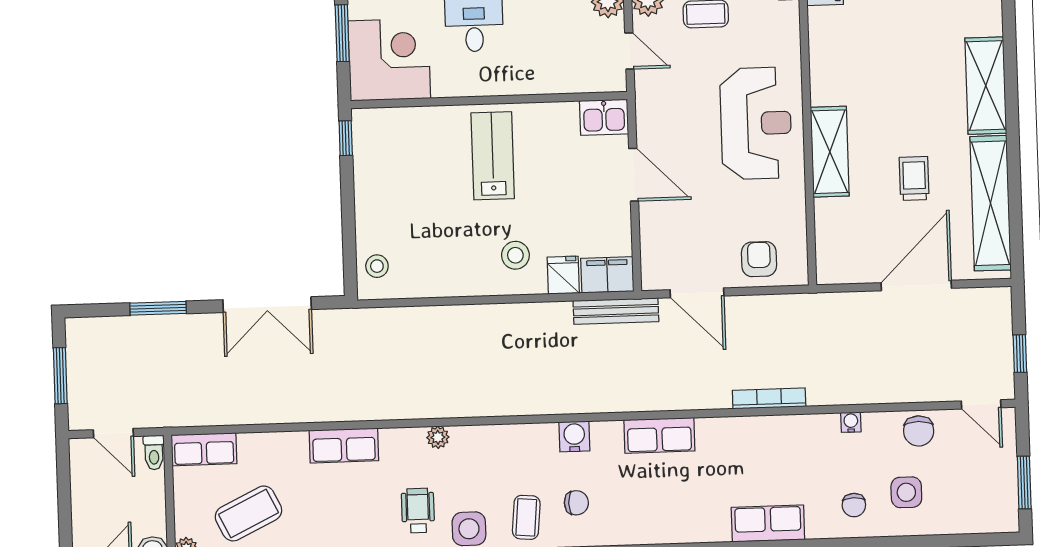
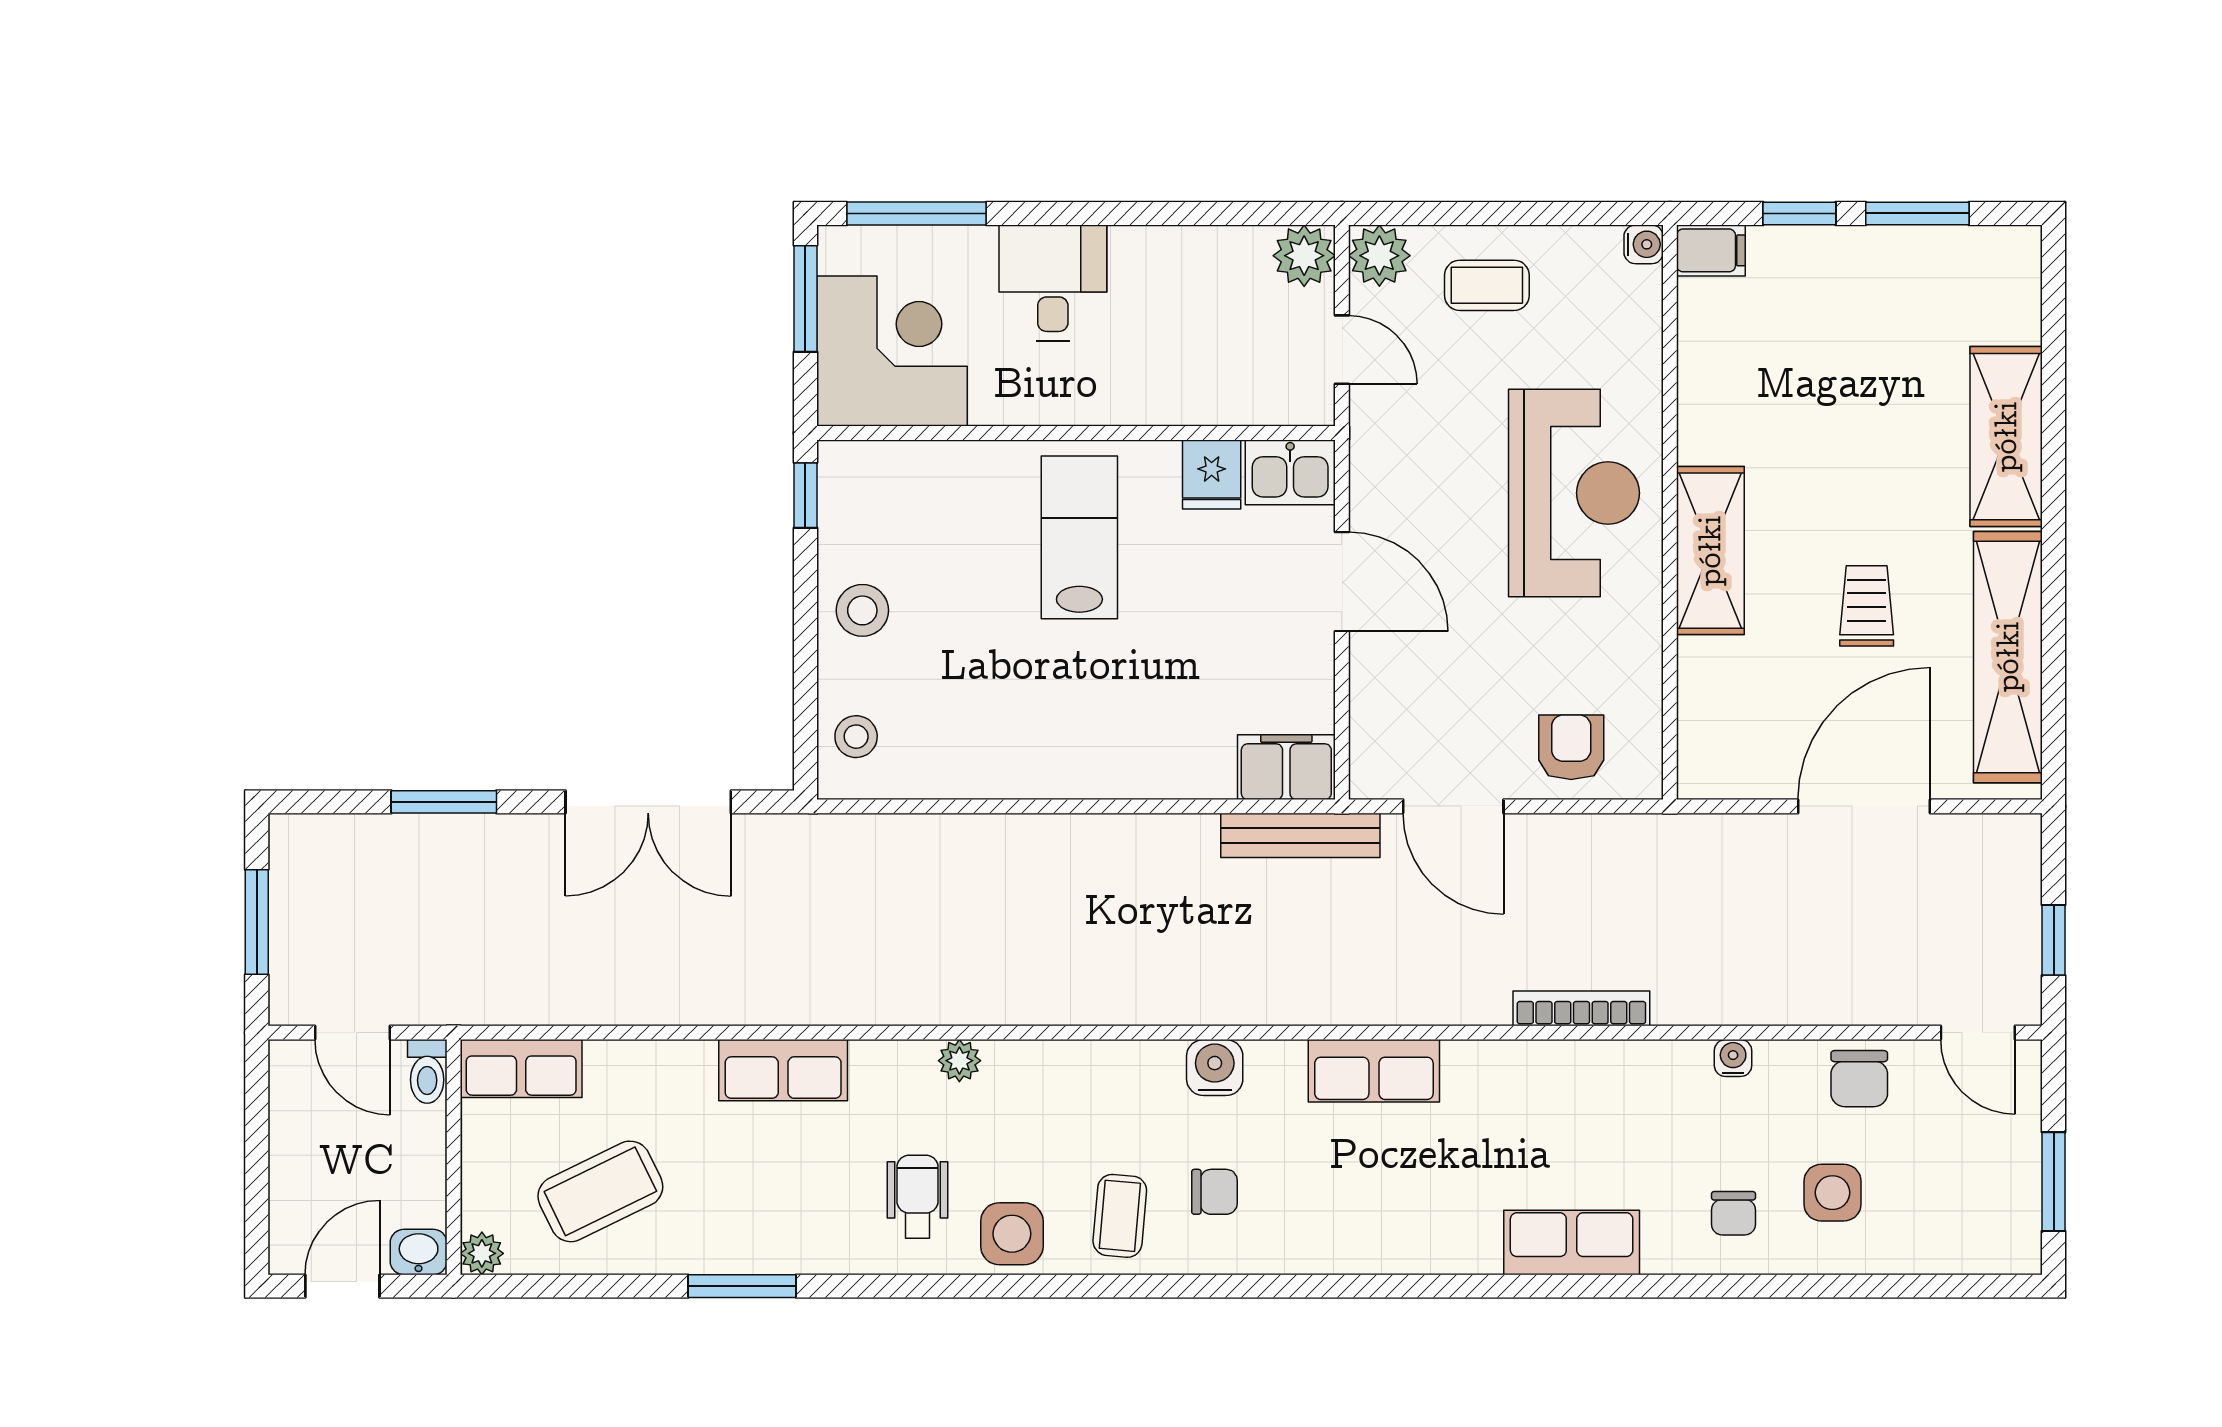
stool: (515, 255) -> (862, 610), moved
fridge: (563, 275) -> (1212, 474), moved, turned 180

